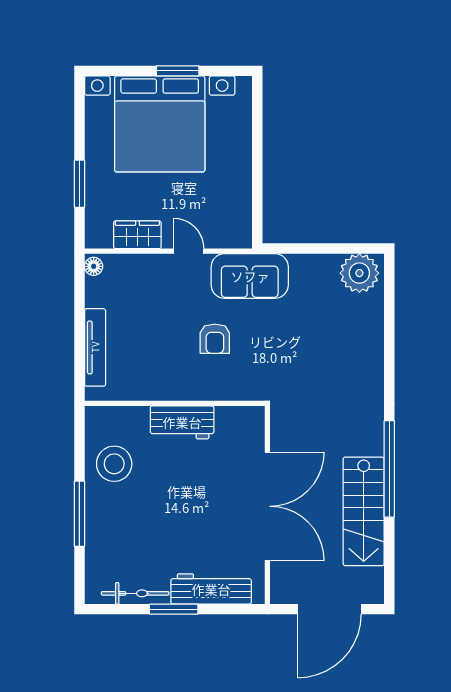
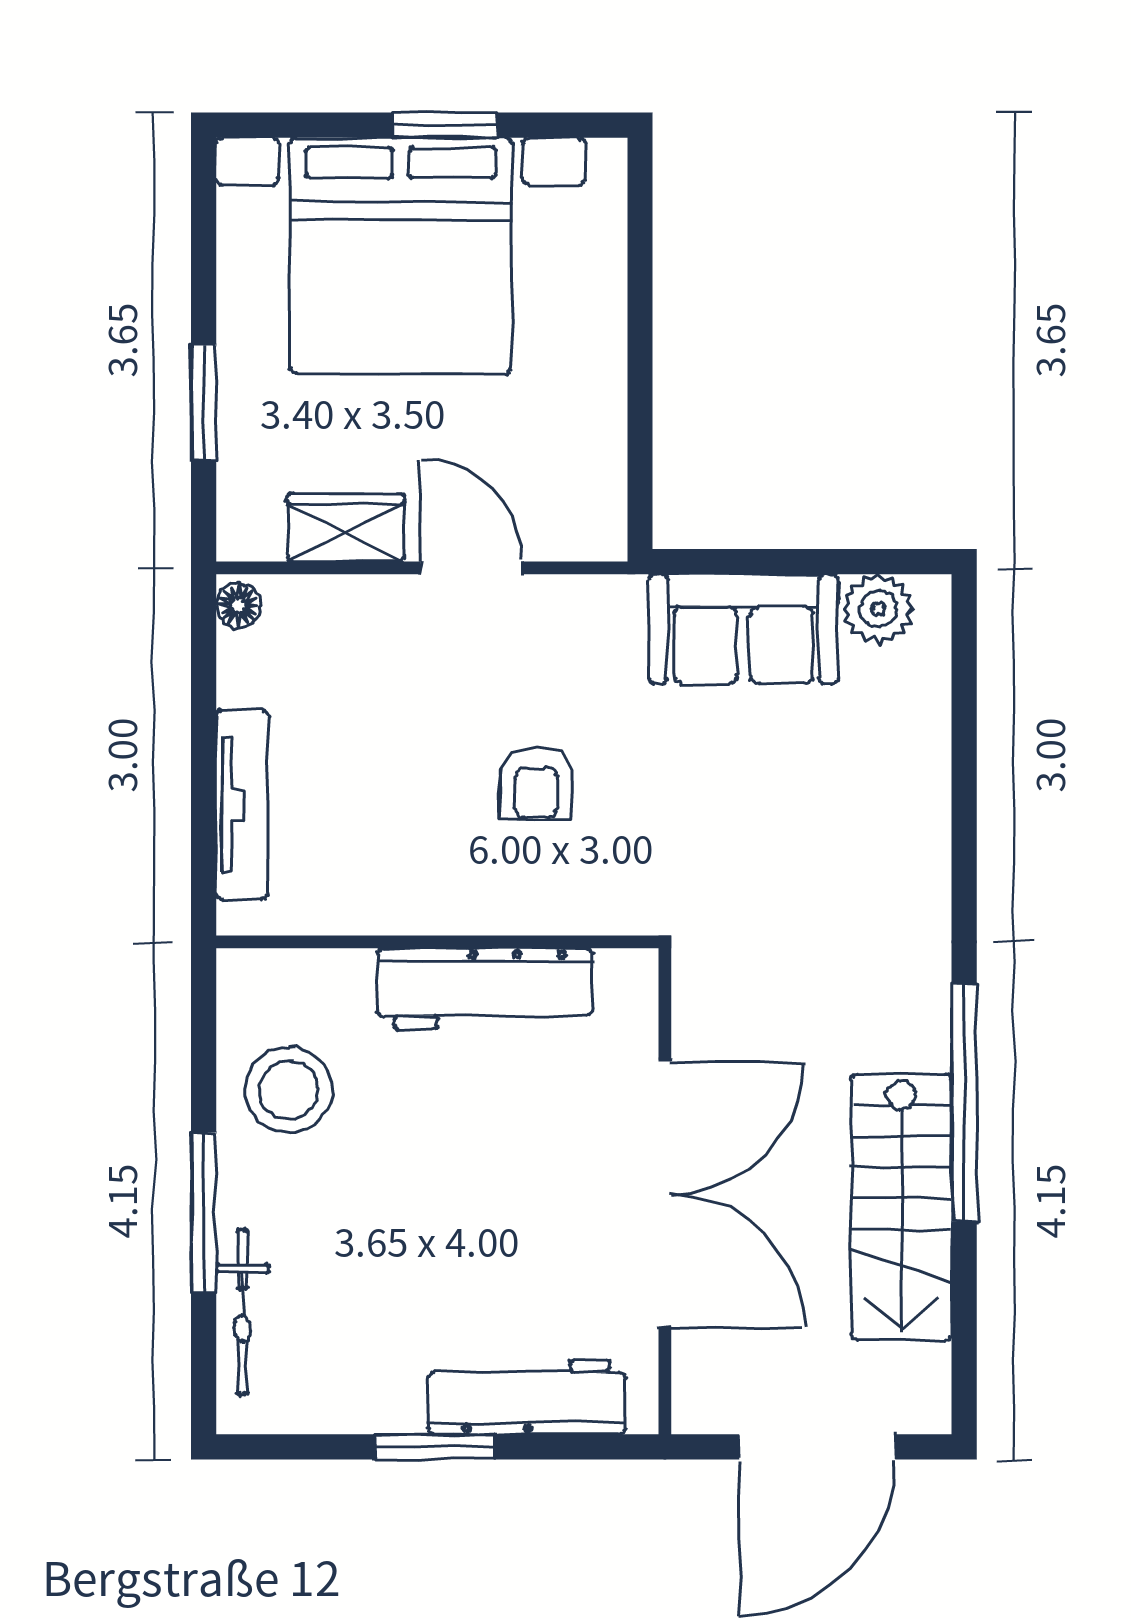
door: (189, 251) -> (472, 568), width x1.38
plant: (359, 273) -> (878, 609), width x0.73, depth x0.73
sofa: (250, 276) -> (743, 629), moved
workbench: (182, 422) -> (485, 989), width x1.37
bicycle: (135, 593) -> (242, 1312), moved, turned 90

